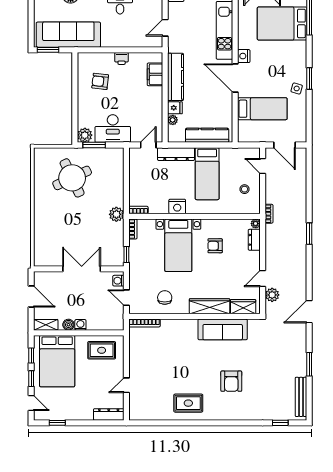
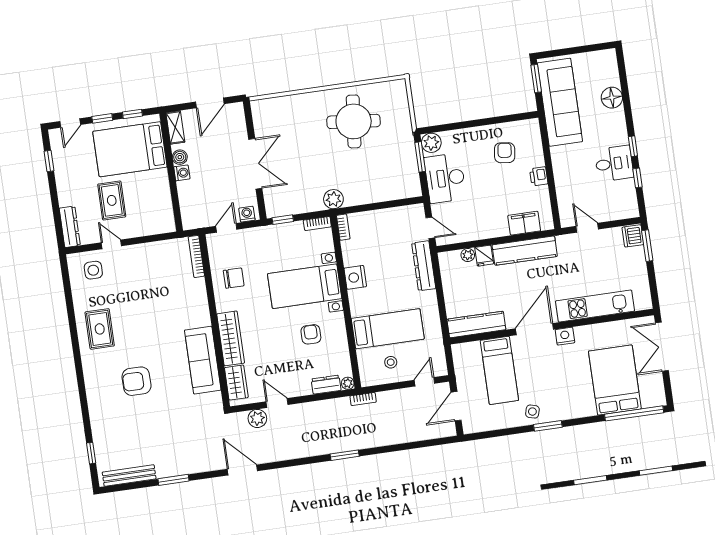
kitchen counter: (207, 135) -> (476, 324), moved, turned -90
bed: (207, 174) -> (388, 329), moved, turned 180
round table: (72, 178) -> (354, 121), moved, turned 31
rug: (102, 350) -> (112, 200), moved
side table: (144, 402) -> (93, 270), added

